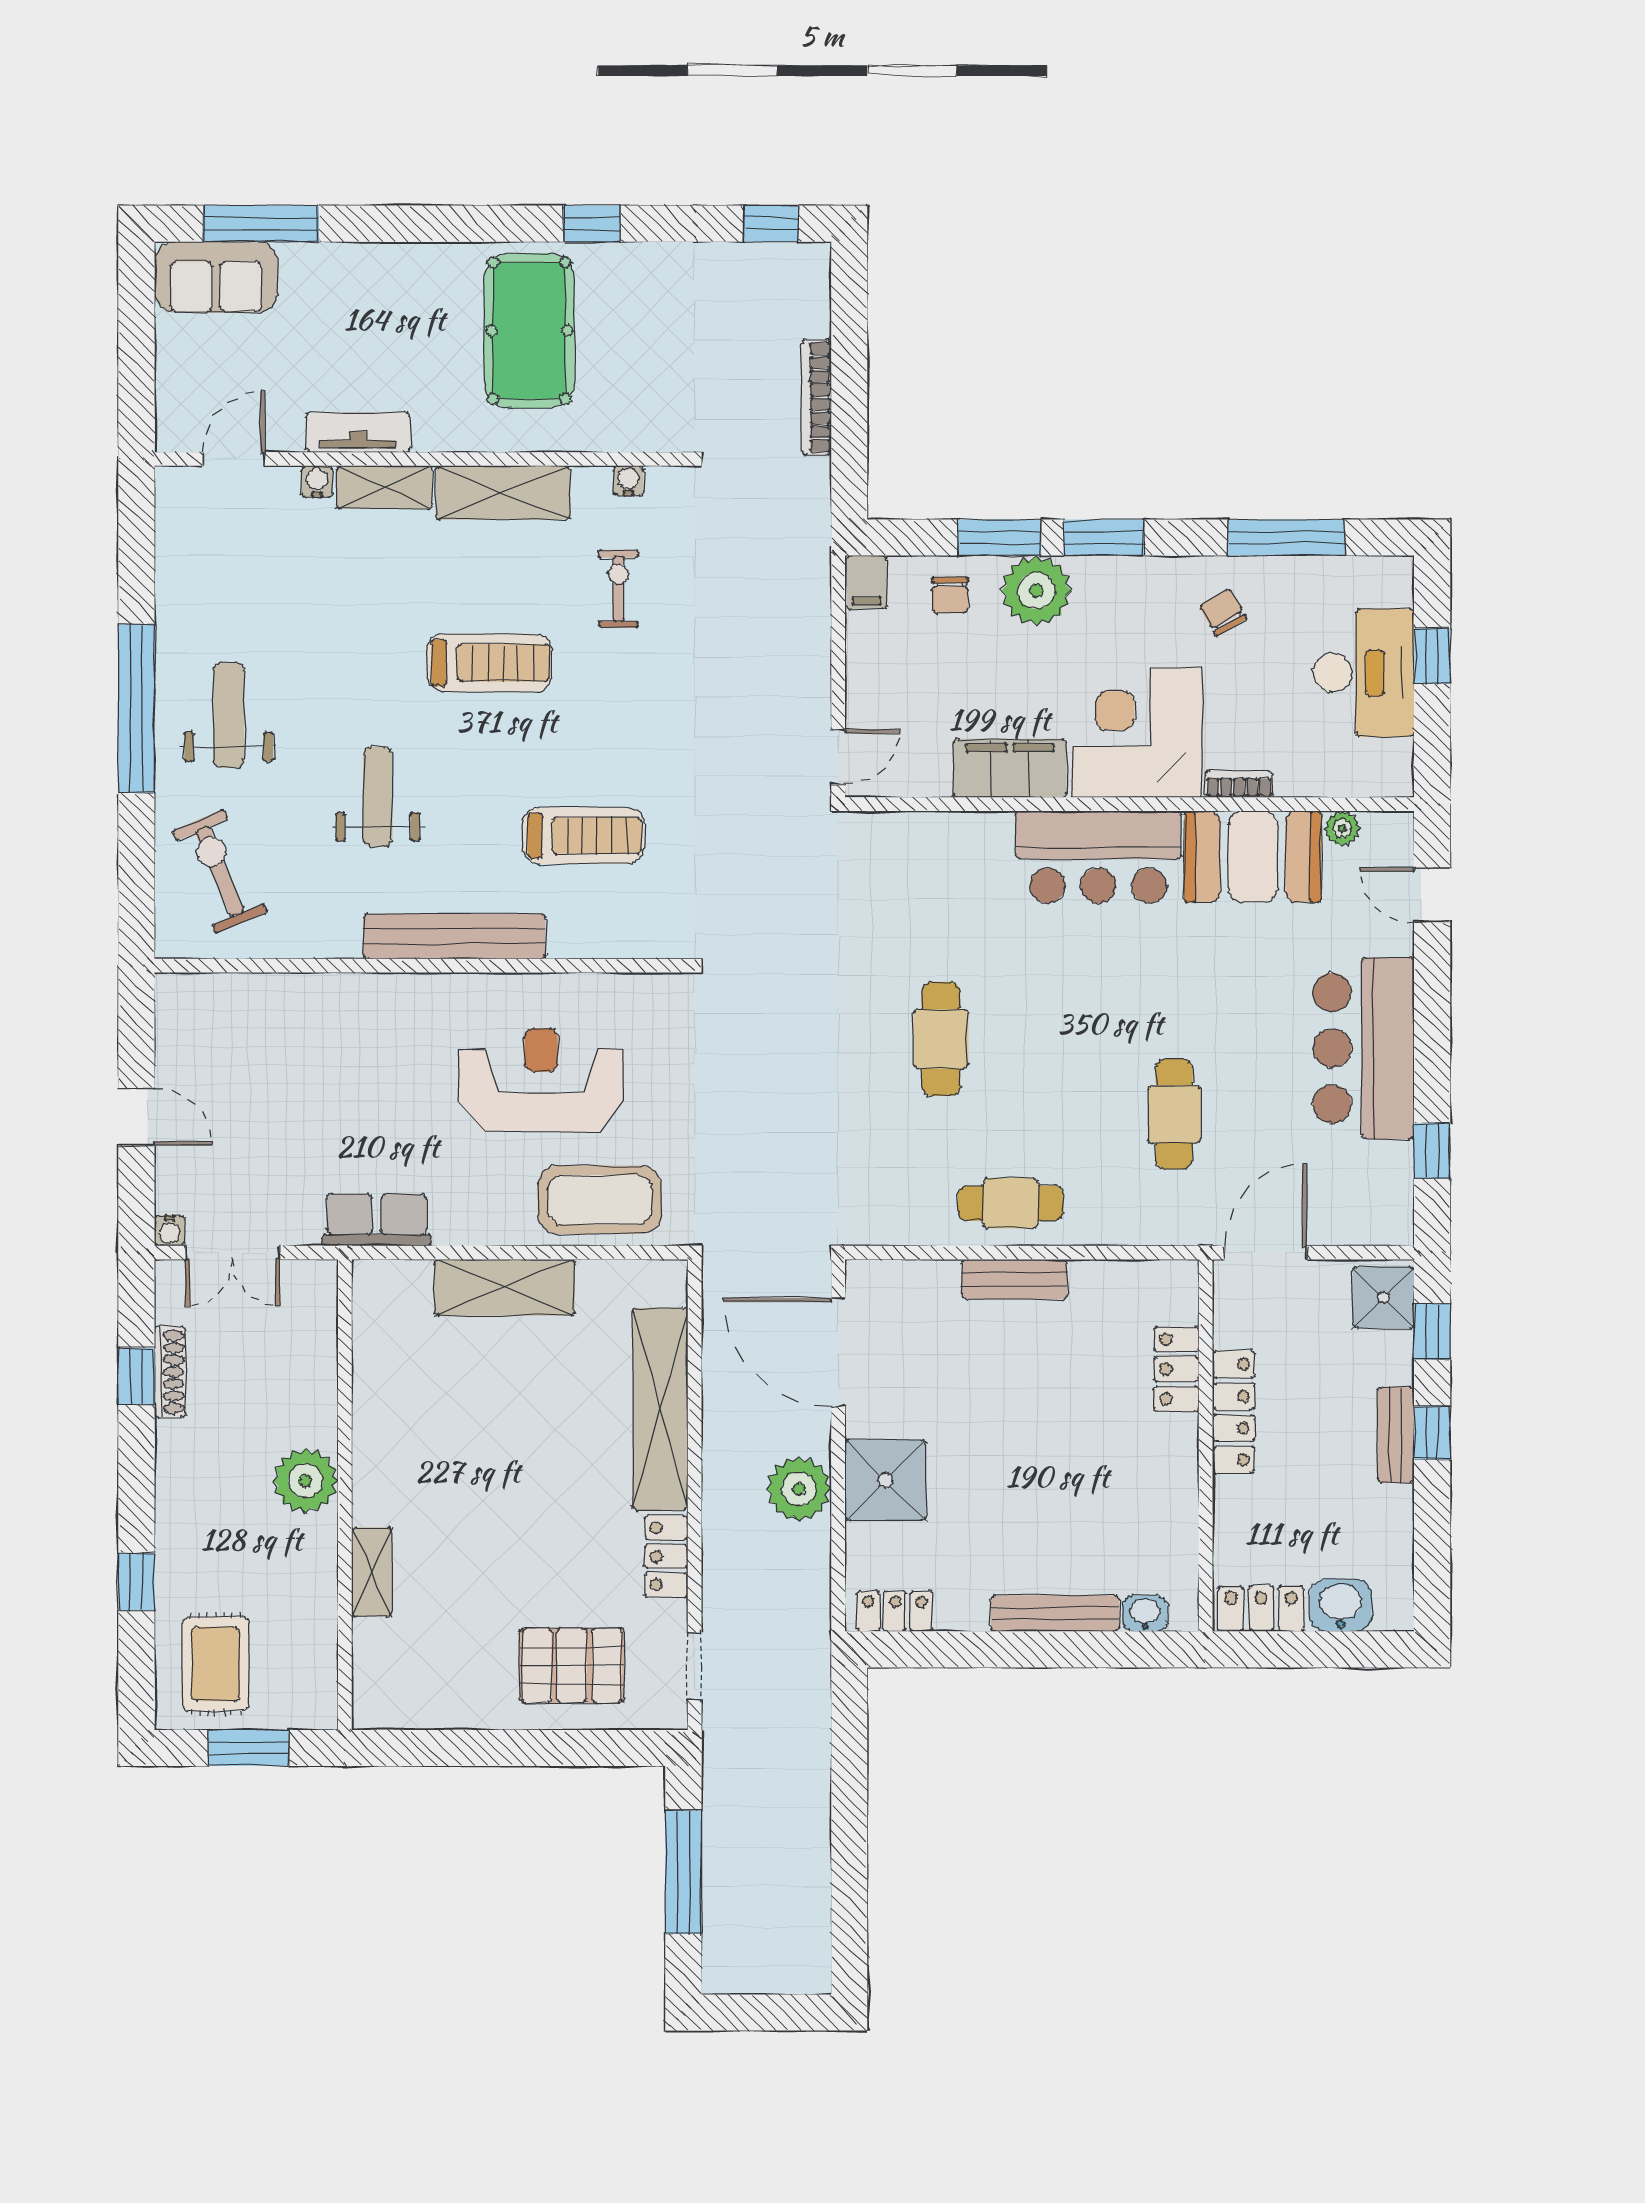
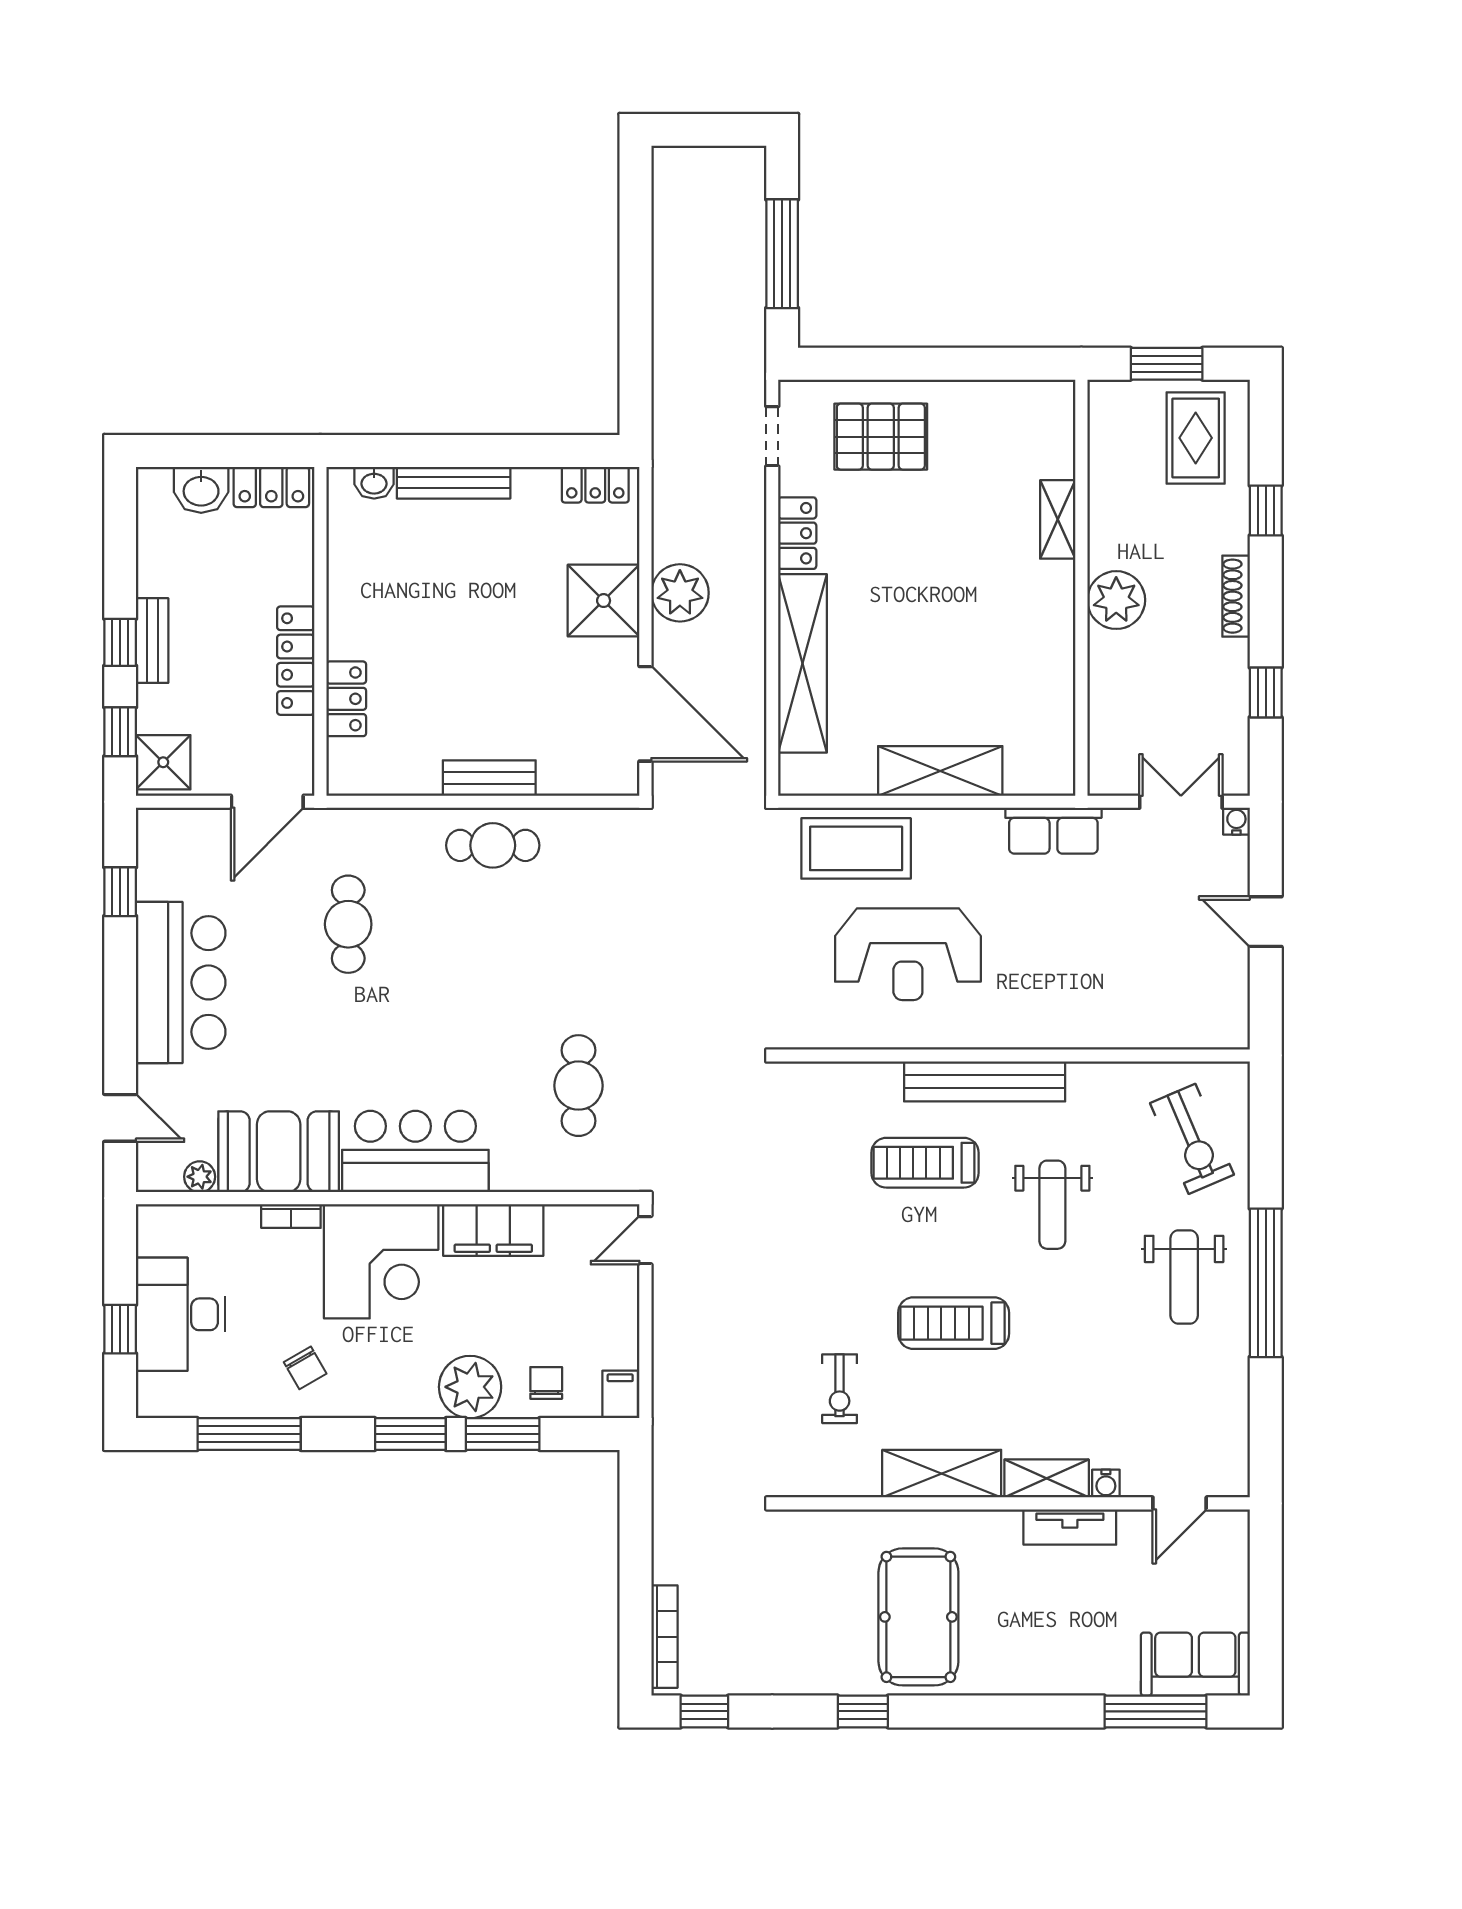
bookcase: (817, 397) -> (664, 1637), moved
water cooler: (628, 481) -> (831, 1484), removed
treadmill: (583, 836) -> (925, 1163), moved
cafe table: (941, 1039) -> (578, 1086), moved
shoe rack: (170, 1372) -> (1236, 596), moved

